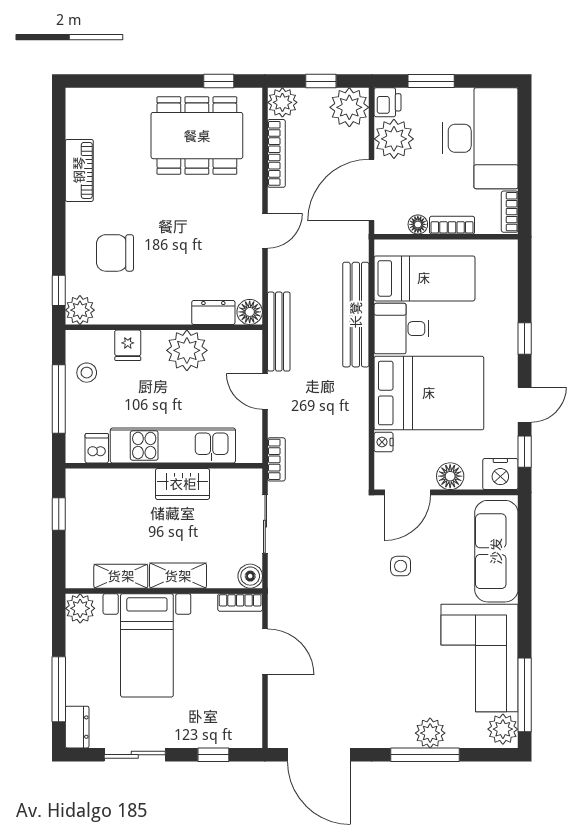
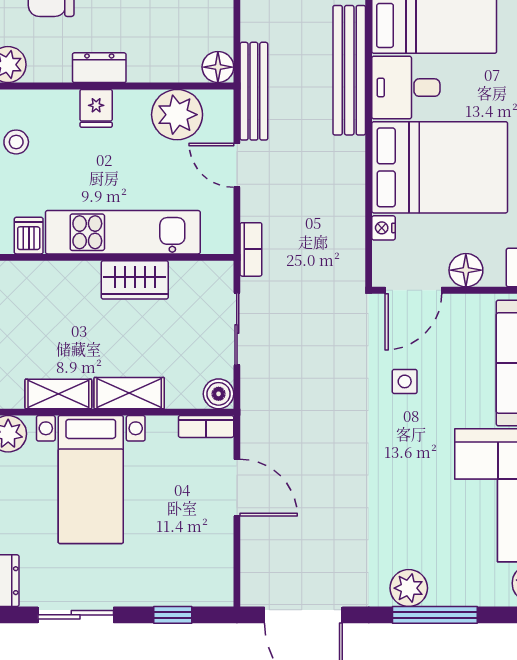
dresser: (213, 313) -> (99, 68), moved
fridge: (128, 345) -> (96, 108), moved
plant: (187, 350) -> (177, 115), moved
plant: (430, 733) -> (409, 588), moved

